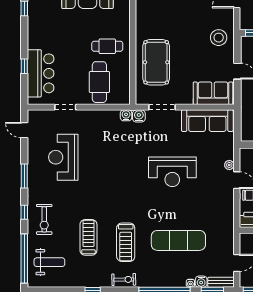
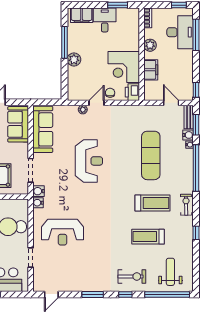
reception desk: (63, 157) -> (63, 232), moved

